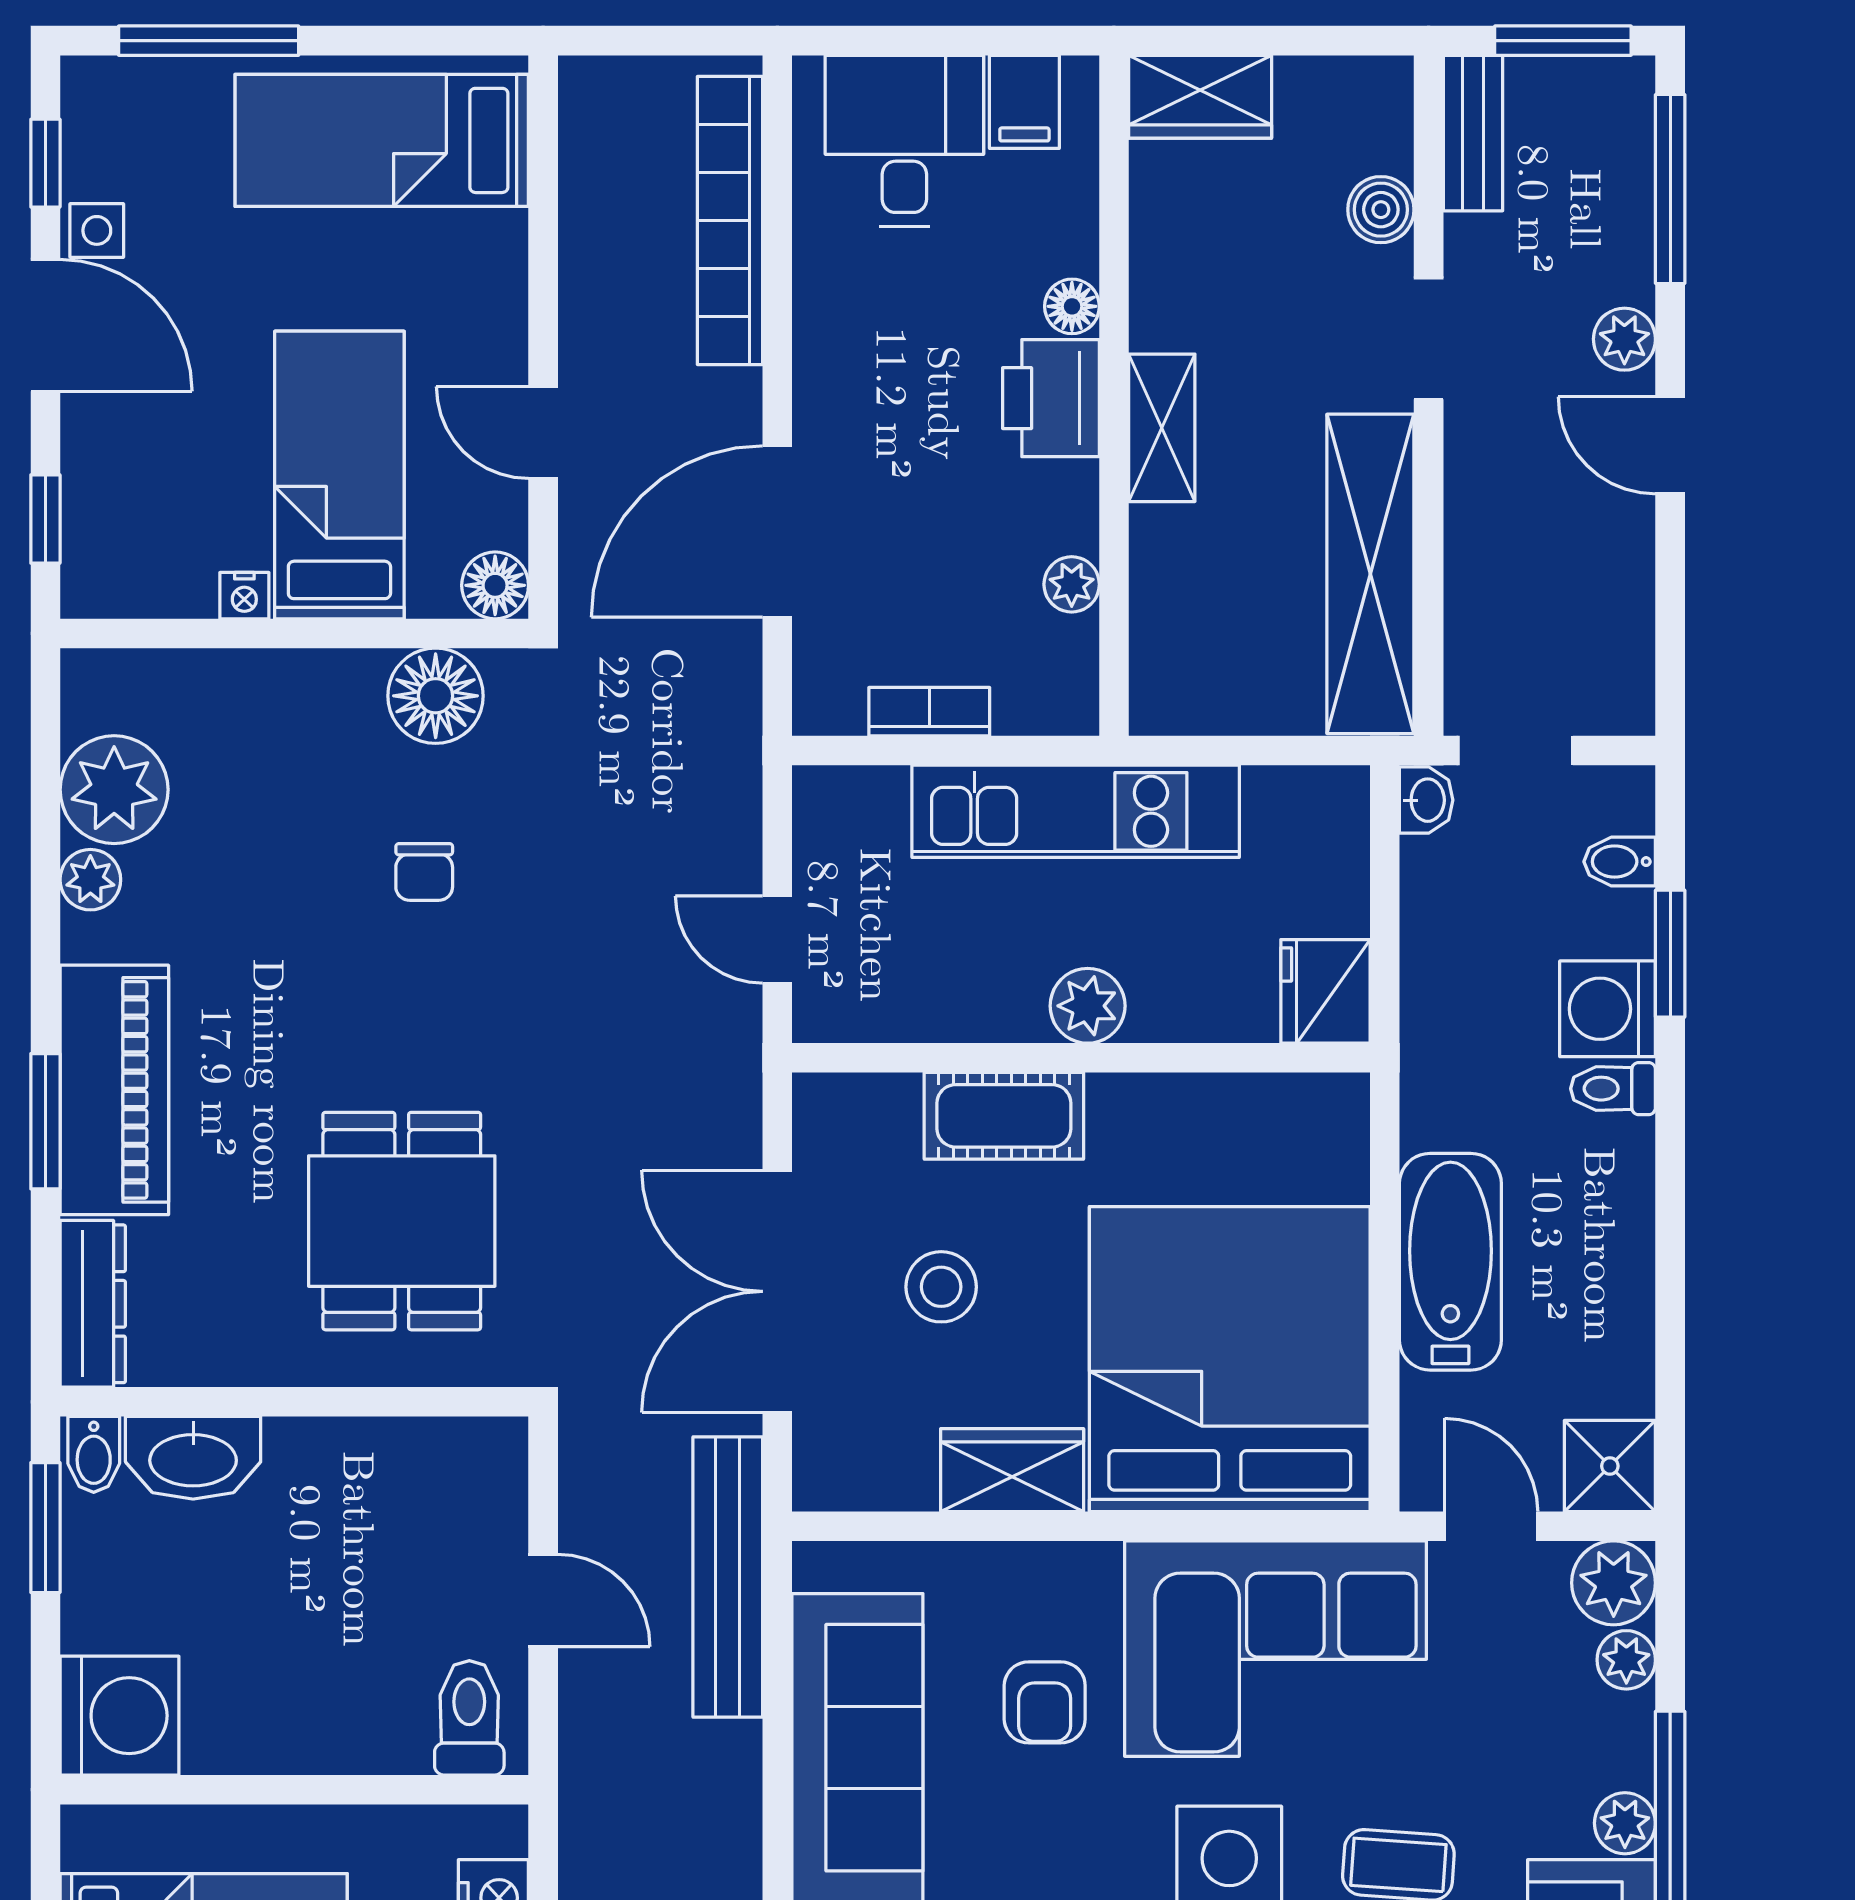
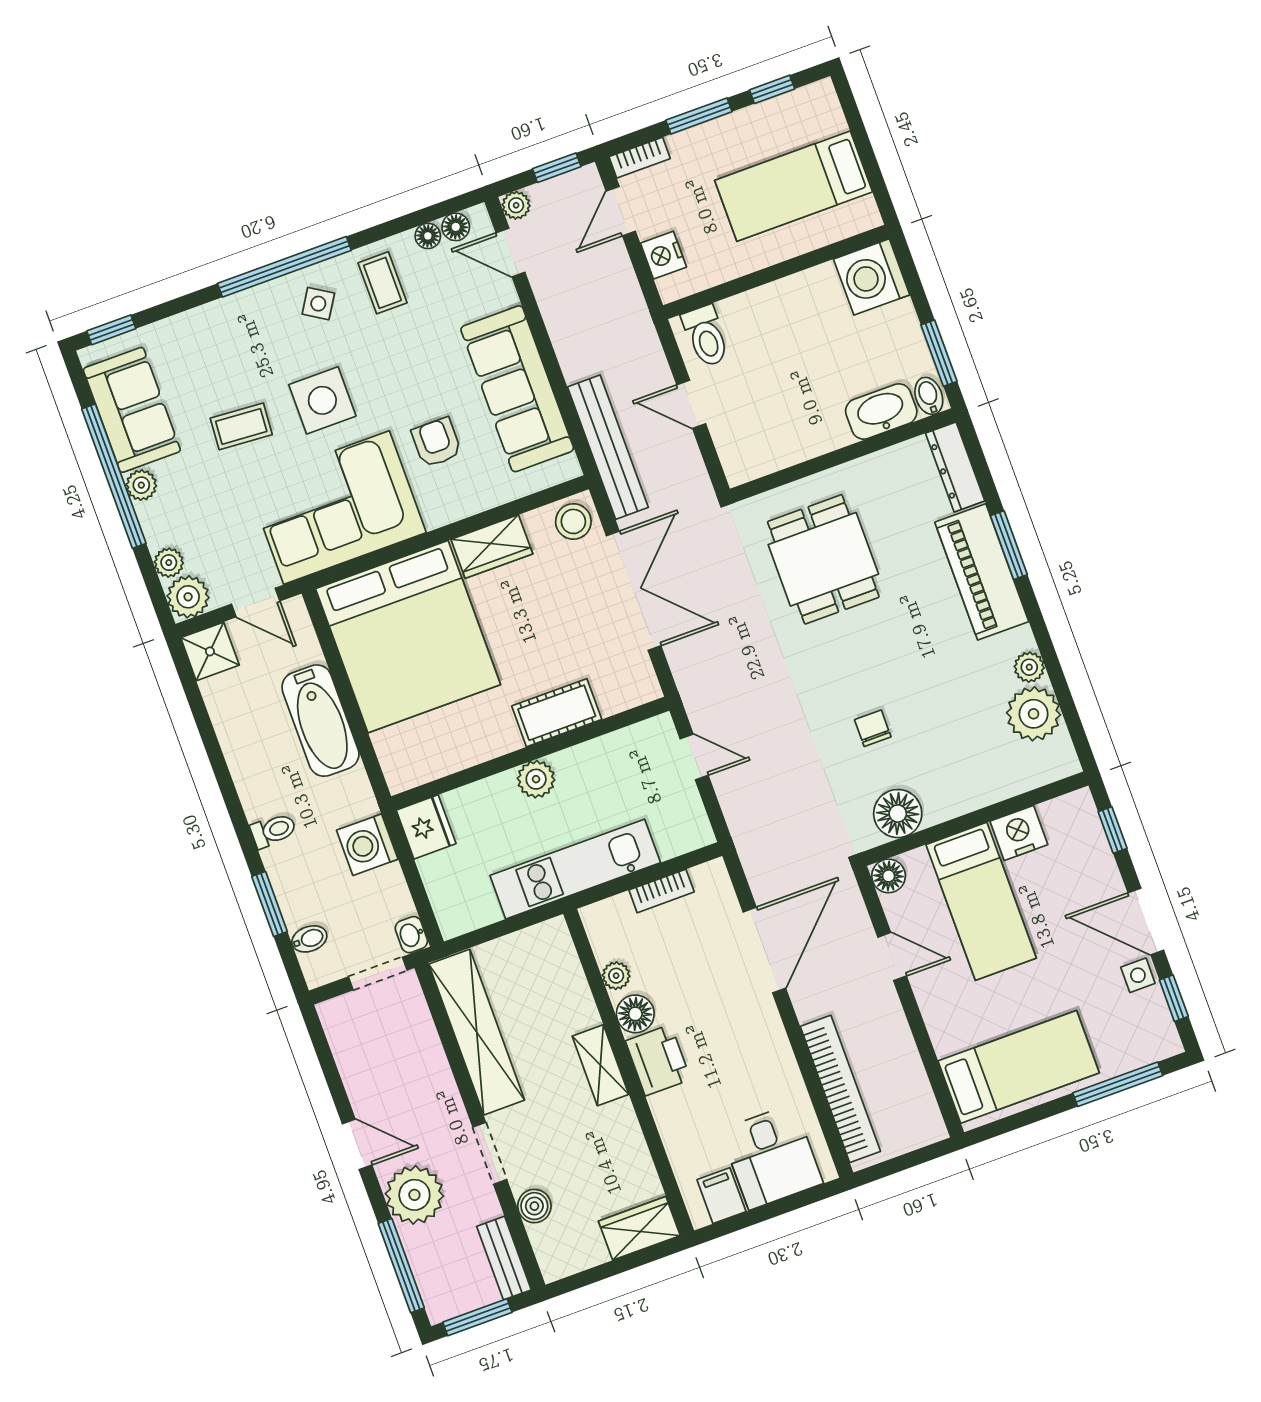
floor lamp: (1072, 306) -> (635, 1014), moved, width x1.37, depth x1.37
plant: (1624, 339) -> (414, 1195), width x1.88, depth x1.88
nightstand: (244, 596) -> (1019, 833), width x1.89, depth x1.79
washing machine: (1608, 1009) -> (367, 845), moved, turned 180
stool: (941, 1287) -> (573, 521), moved

